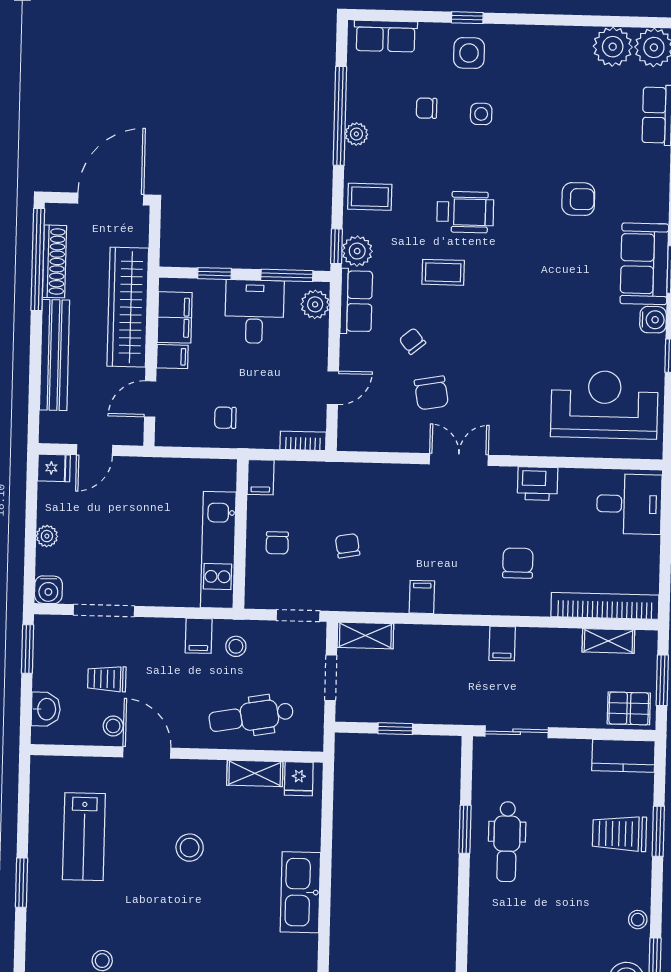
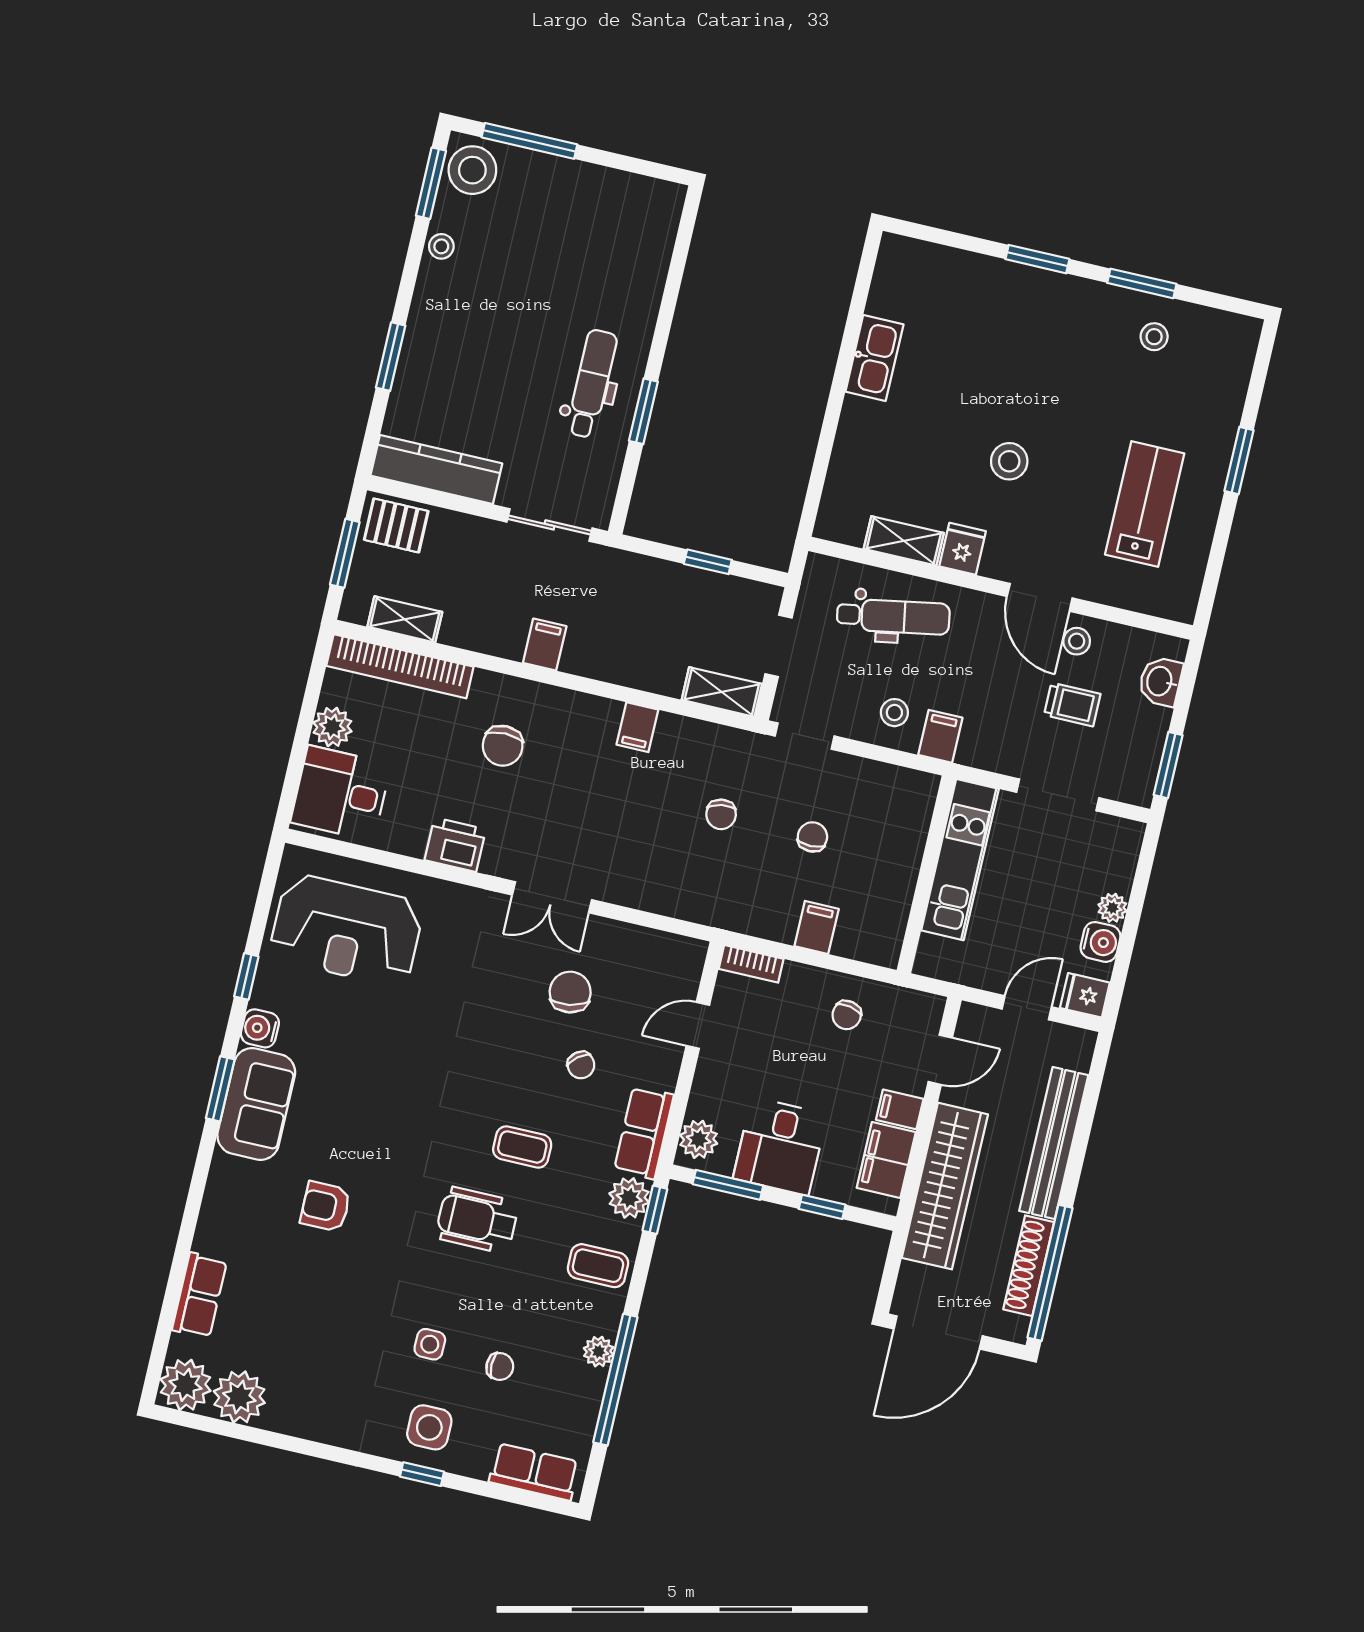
chair: (225, 418) -> (847, 1015), turned 101
wall: (241, 534) -> (926, 874), moved
kitchen unit: (218, 550) -> (960, 860), moved
plant: (645, 551) -> (332, 727), added
water cooler: (48, 590) -> (1100, 942), moved, turned 90
kitchen counter: (623, 756) -> (436, 470), width x1.50
fridge: (299, 779) -> (963, 549), moved
trolley: (619, 834) -> (442, 364), removed
kitchen sink: (300, 892) -> (874, 358), width x0.73, depth x0.81

